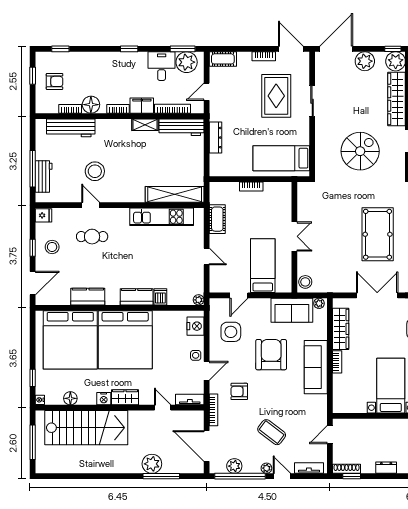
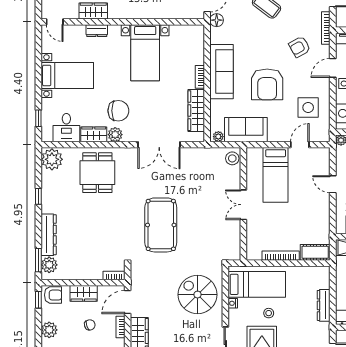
stool: (270, 130) -> (269, 313), added
nightstand: (305, 140) -> (233, 303), added
spiral stairs: (360, 151) -> (198, 295), moved, turned 90
bookcase: (251, 186) -> (281, 256), width x1.56
cot: (217, 219) -> (315, 252), moved, turned 90
pool table: (378, 234) -> (161, 225), moved
armchair: (239, 391) -> (300, 47), turned 151
floor lamp: (321, 418) -> (217, 20), added

